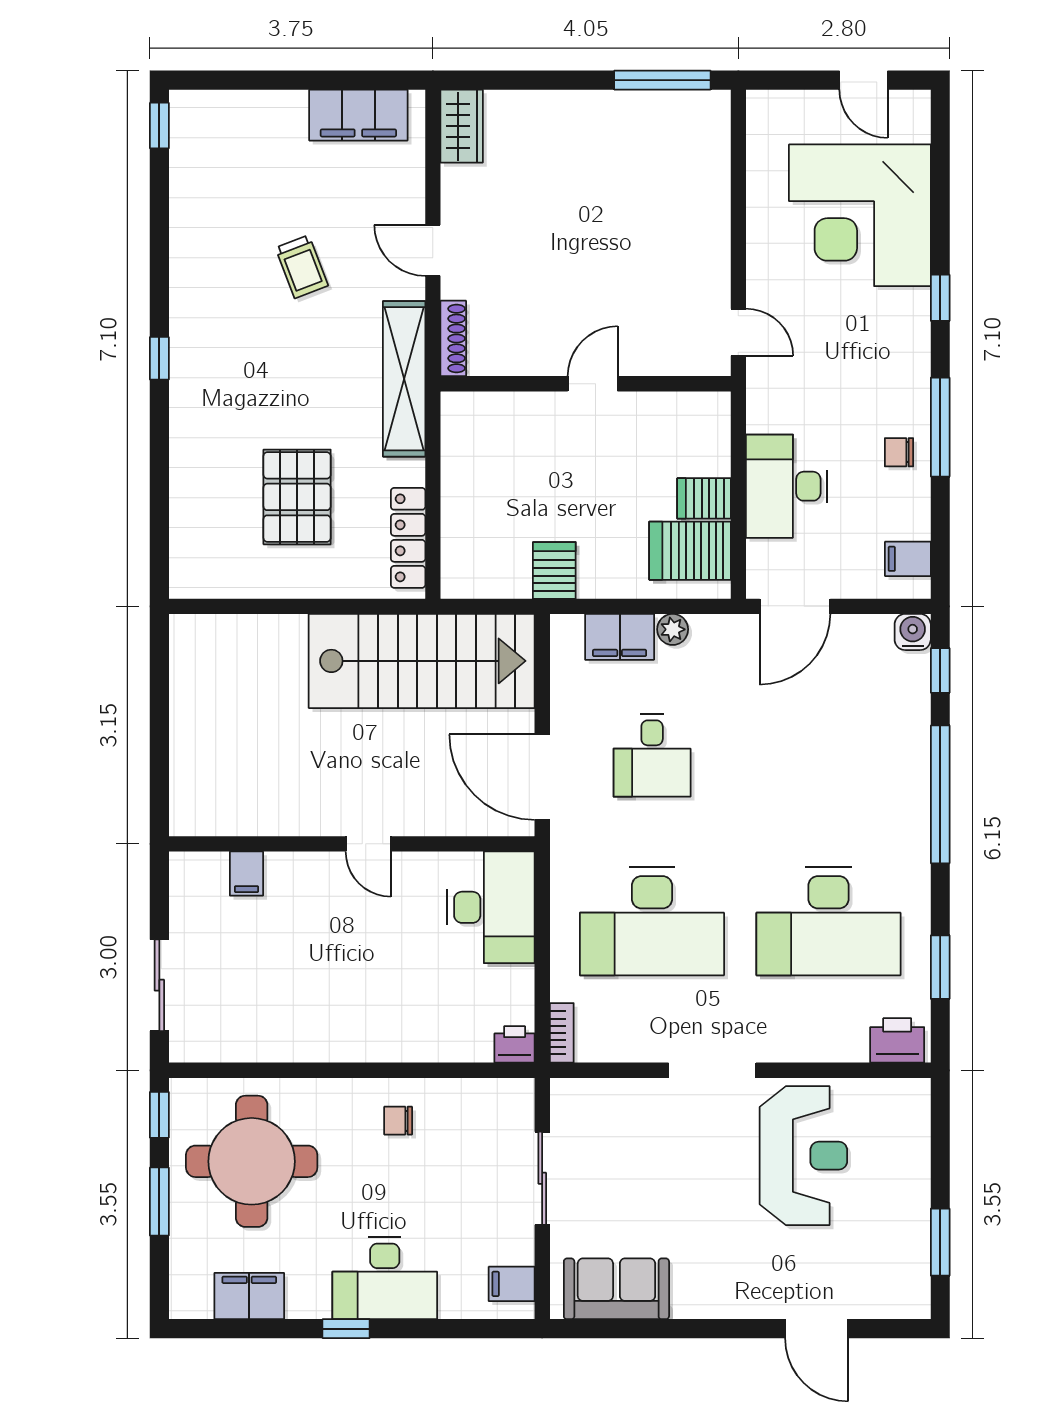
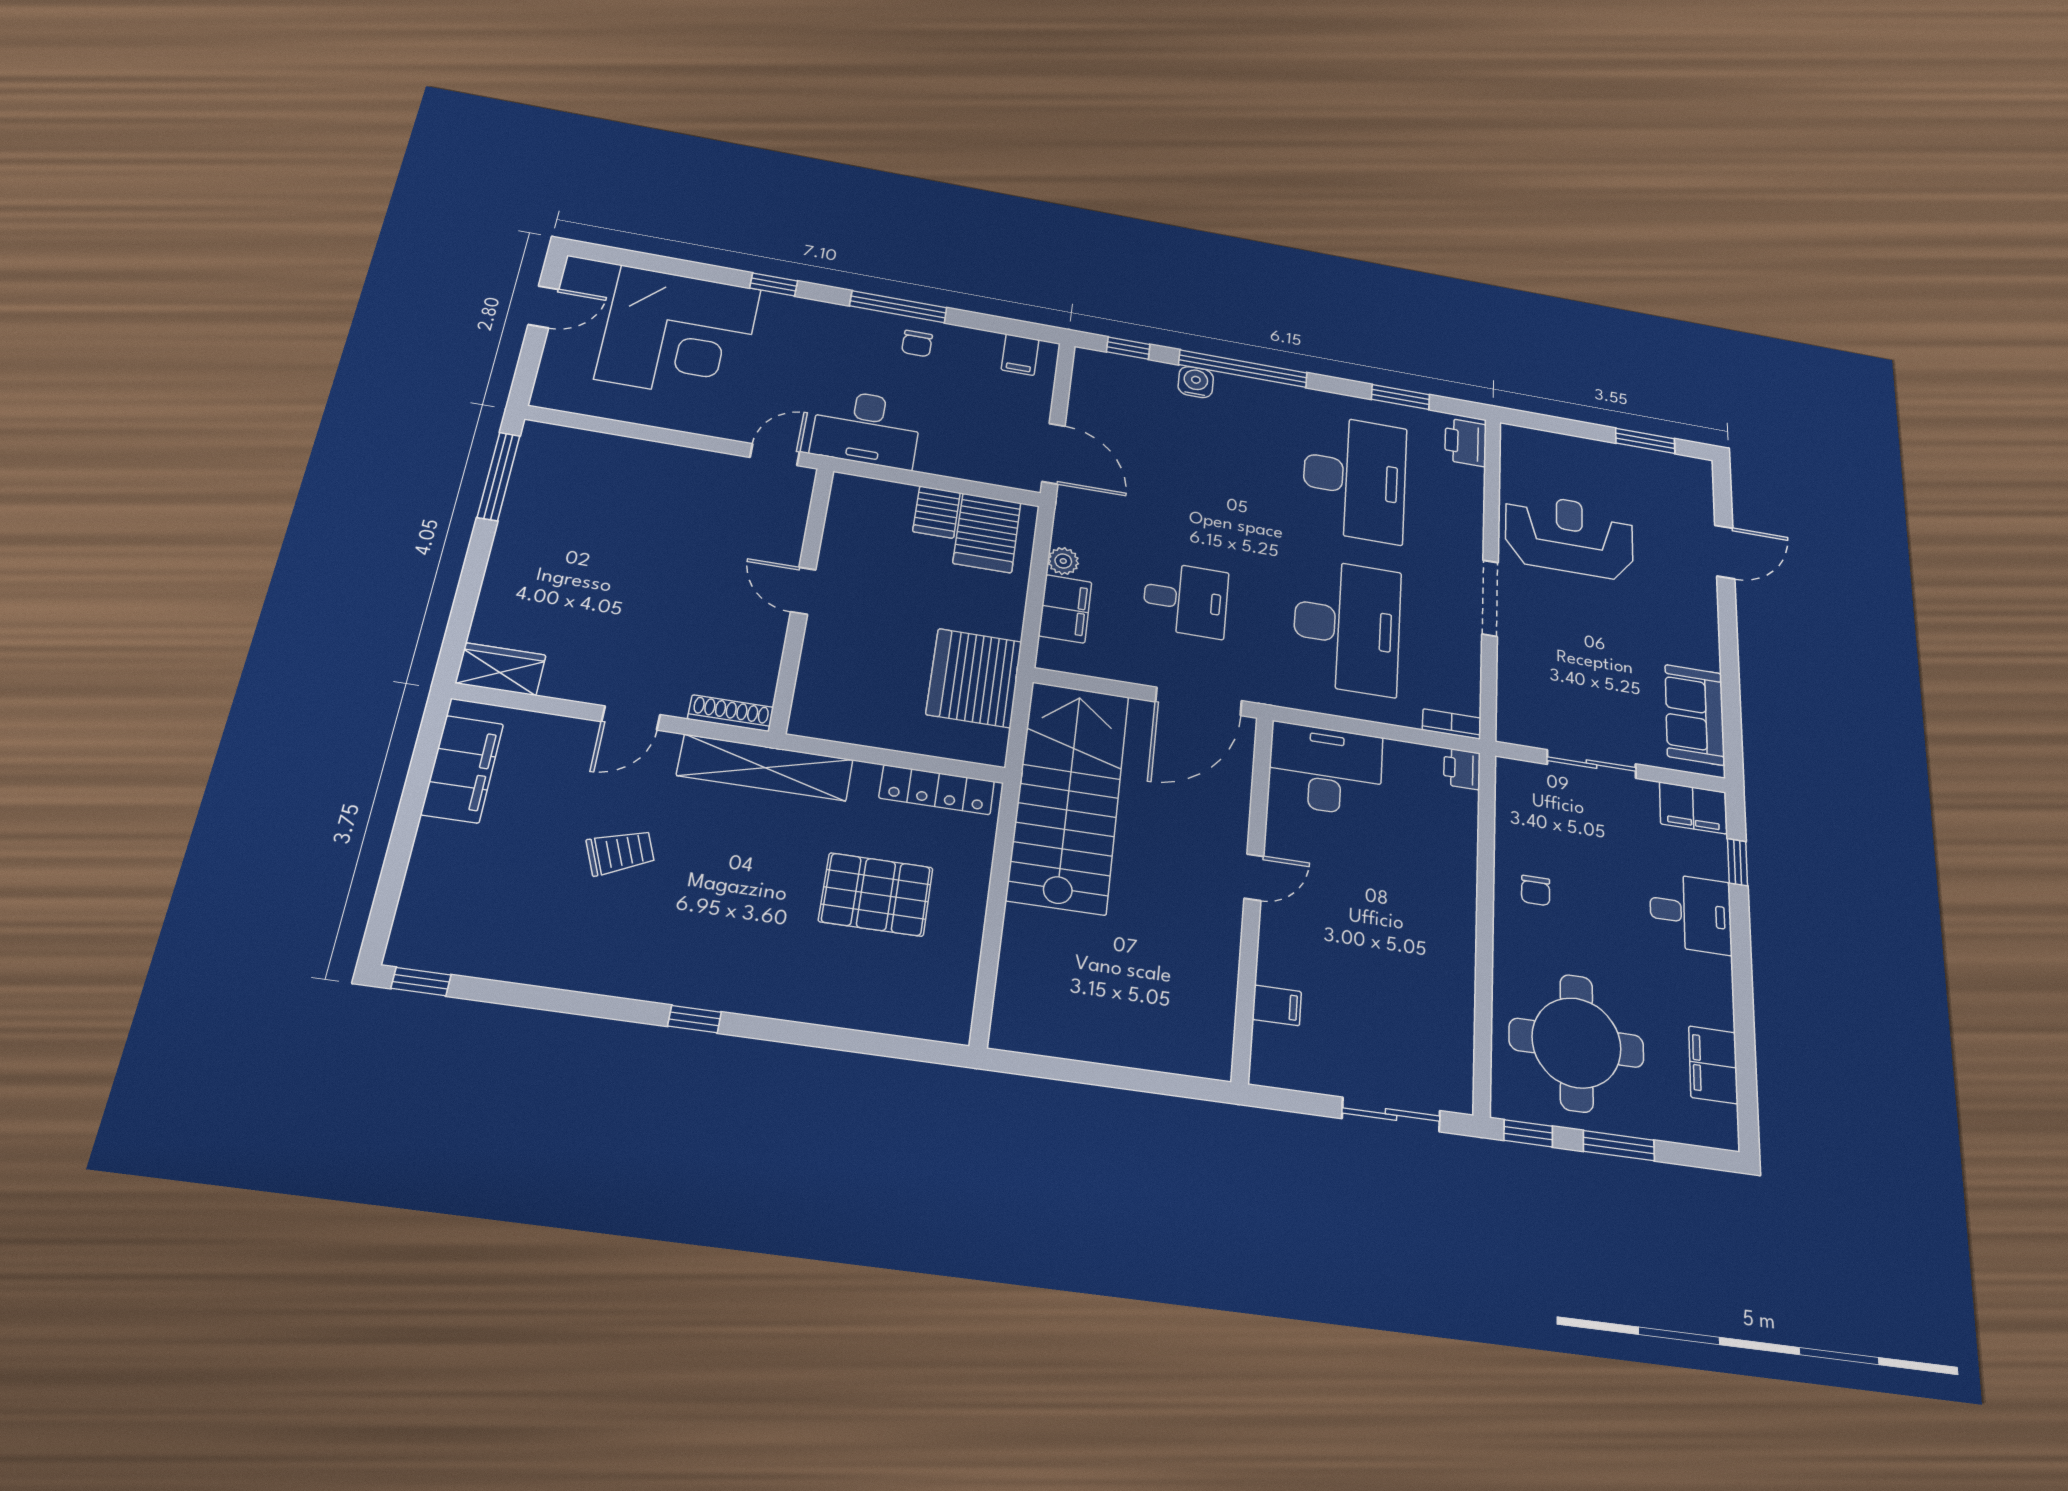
desk: (786, 486) -> (866, 429), moved
server rack: (554, 570) -> (974, 678), width x2.18, depth x1.44
water cooler: (913, 632) -> (1196, 382), moved, turned 90
desk: (385, 1278) -> (1691, 913), width x0.73
filing cabinet: (512, 1284) -> (1693, 808), width x2.00
window: (346, 1329) -> (1737, 862), moved

